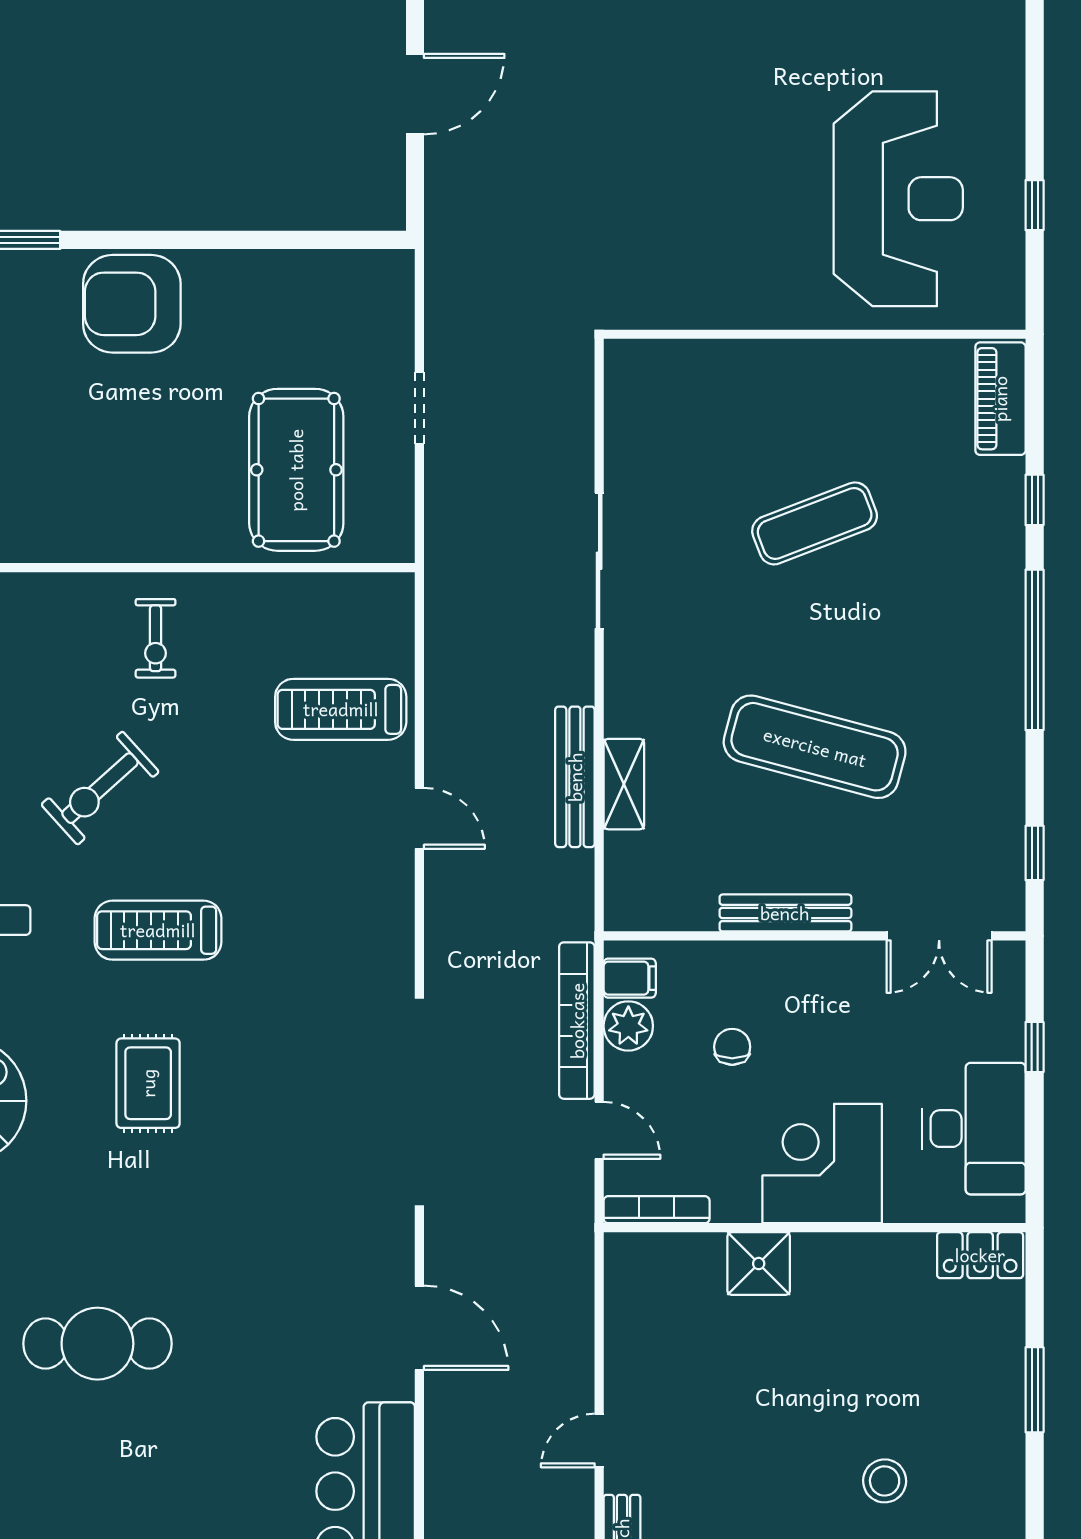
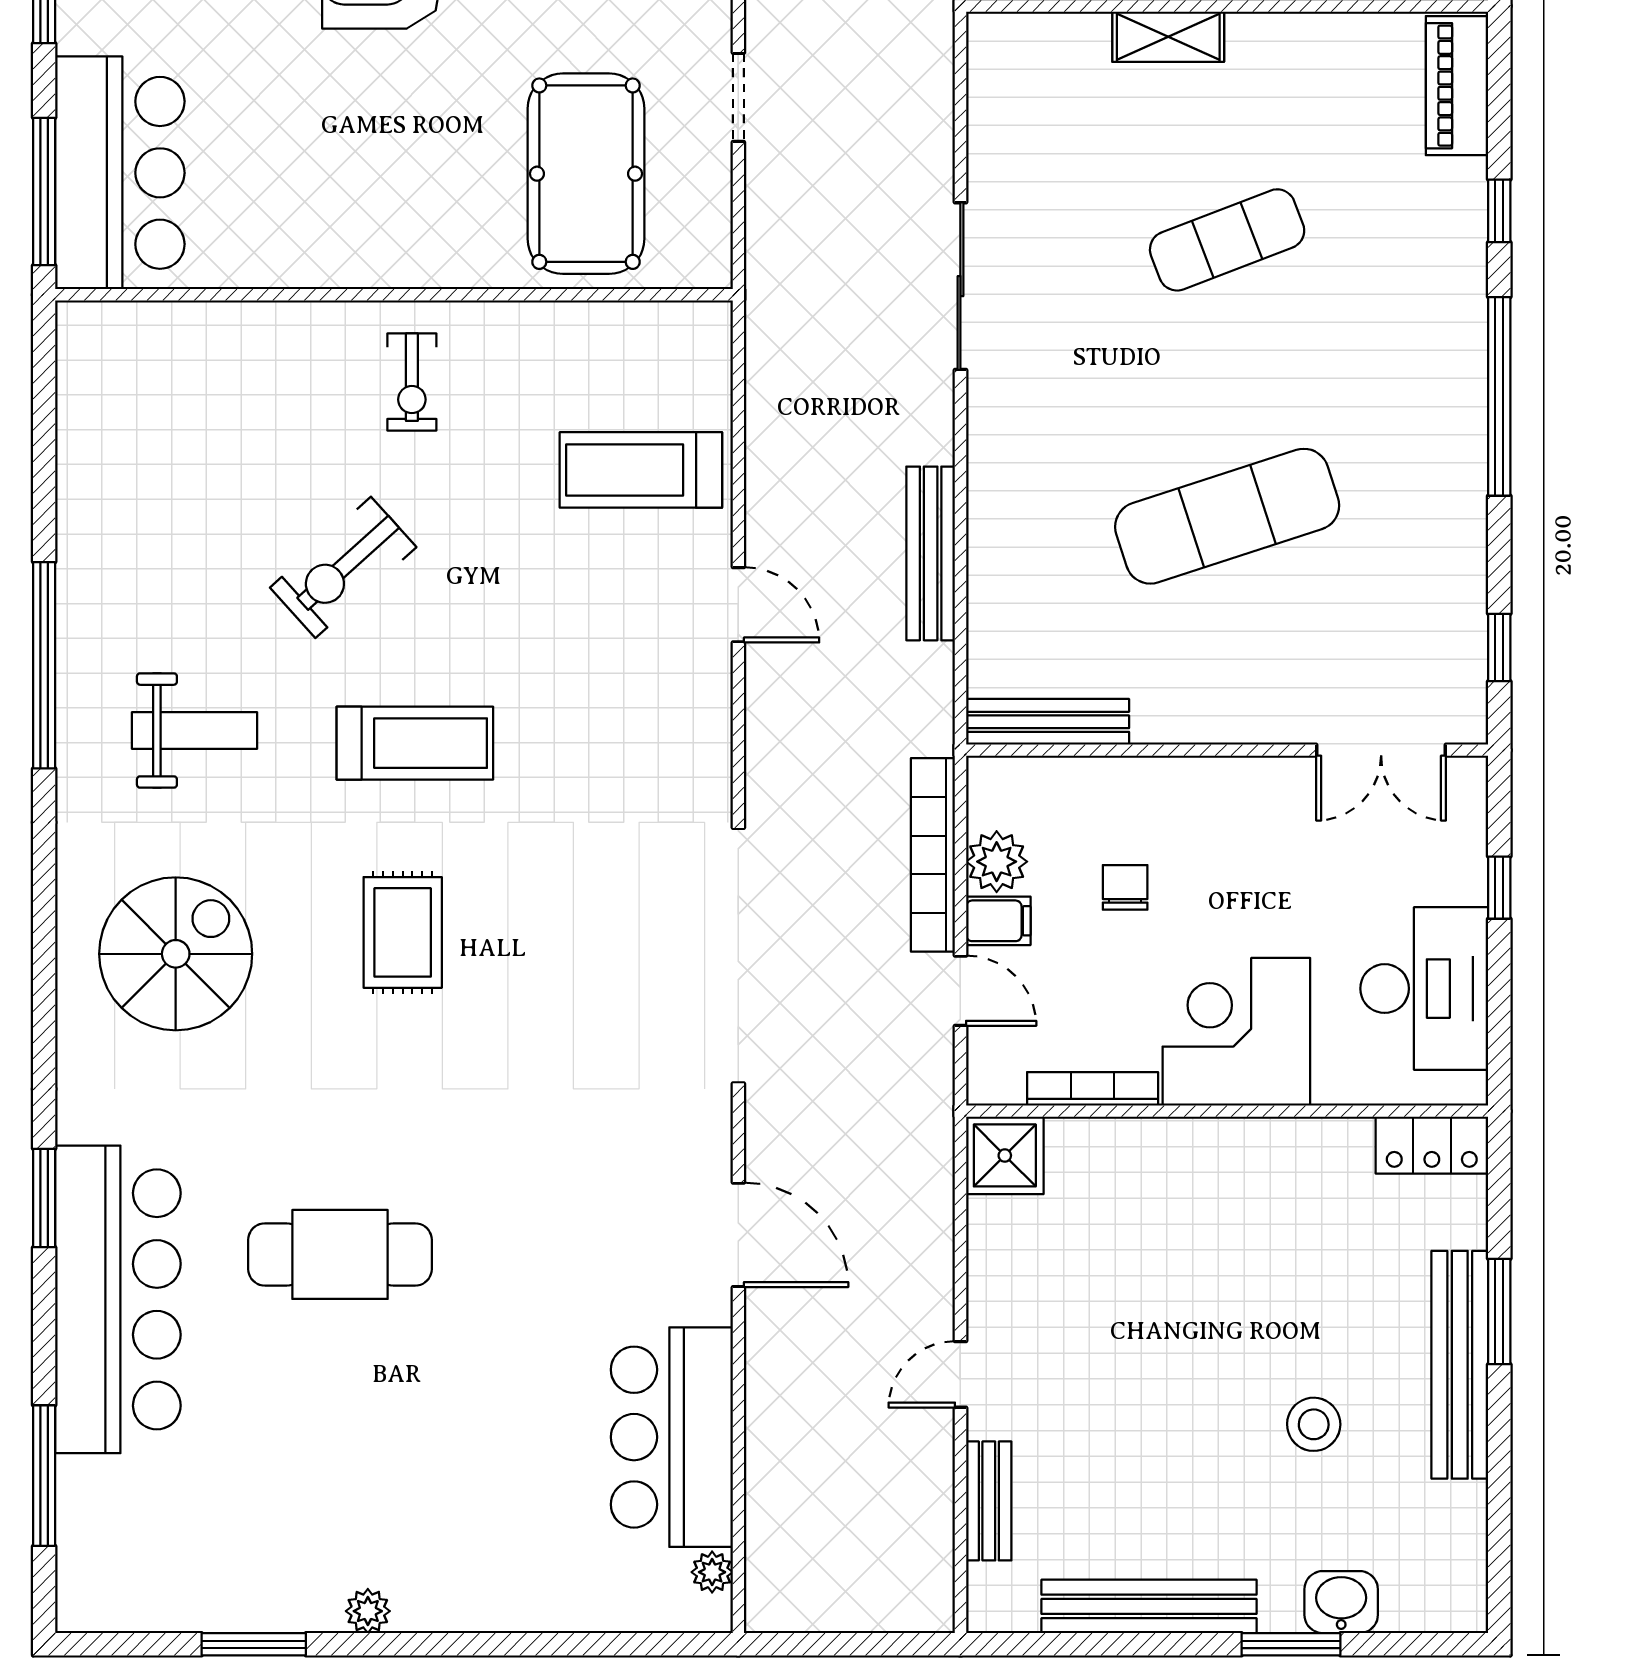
exercise mat: (815, 747) -> (1227, 516), turned -33
shelving: (624, 784) -> (1168, 37), moved, turned 90
bench: (785, 913) -> (1048, 722), moved
treadmill: (158, 930) -> (415, 743), turned 180
filing cabinet: (630, 978) -> (998, 921), moved
bookcase: (657, 1210) -> (1093, 1089), moved
shower: (759, 1264) -> (1005, 1155), moved
bench: (1003, 1433) -> (1460, 1365), added

